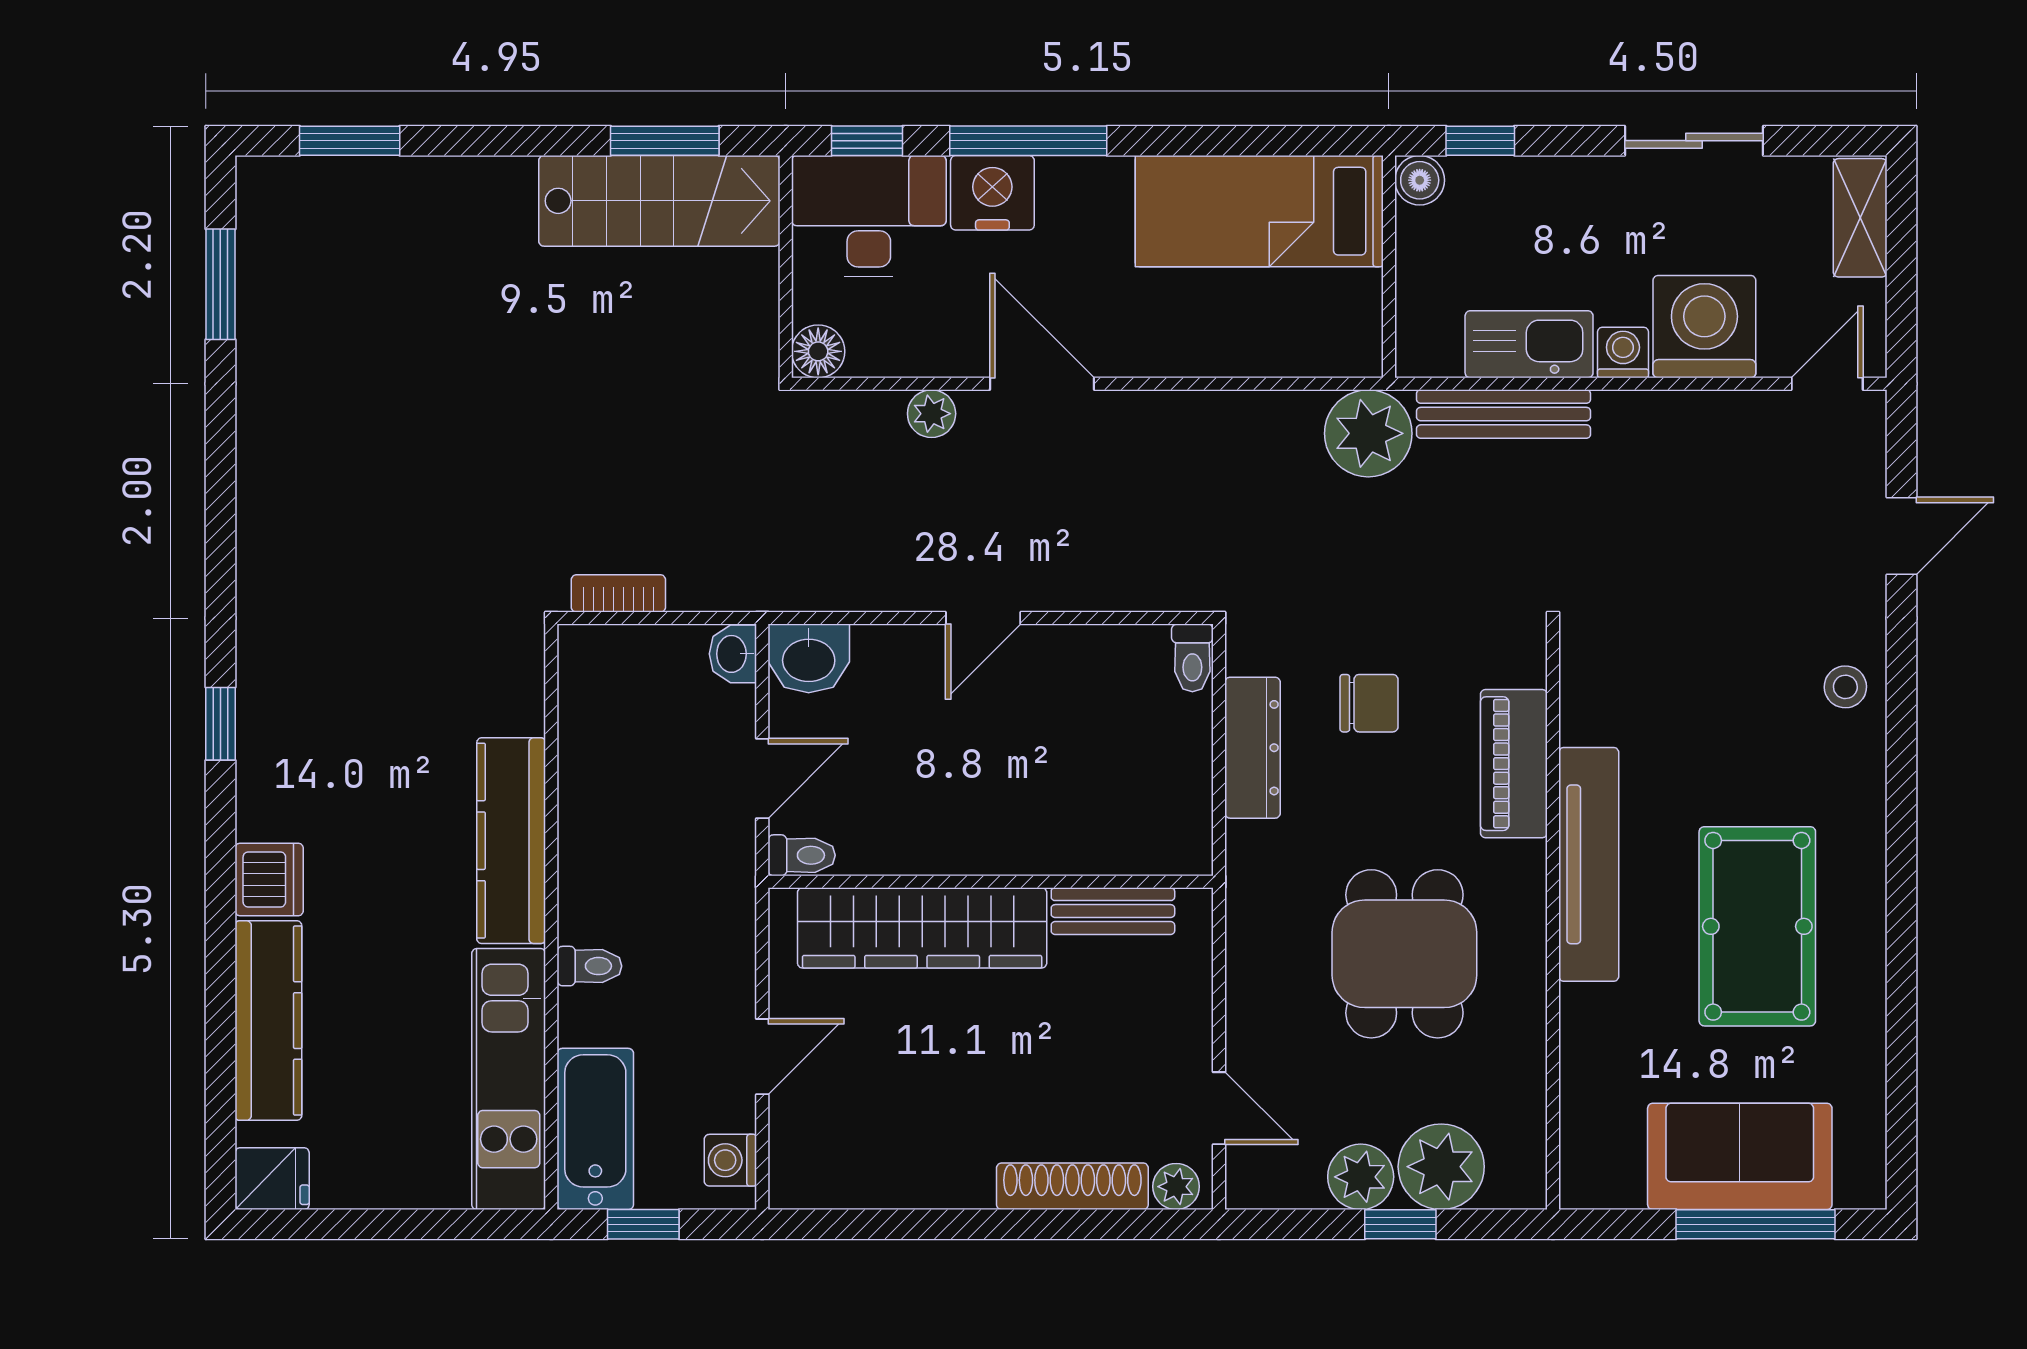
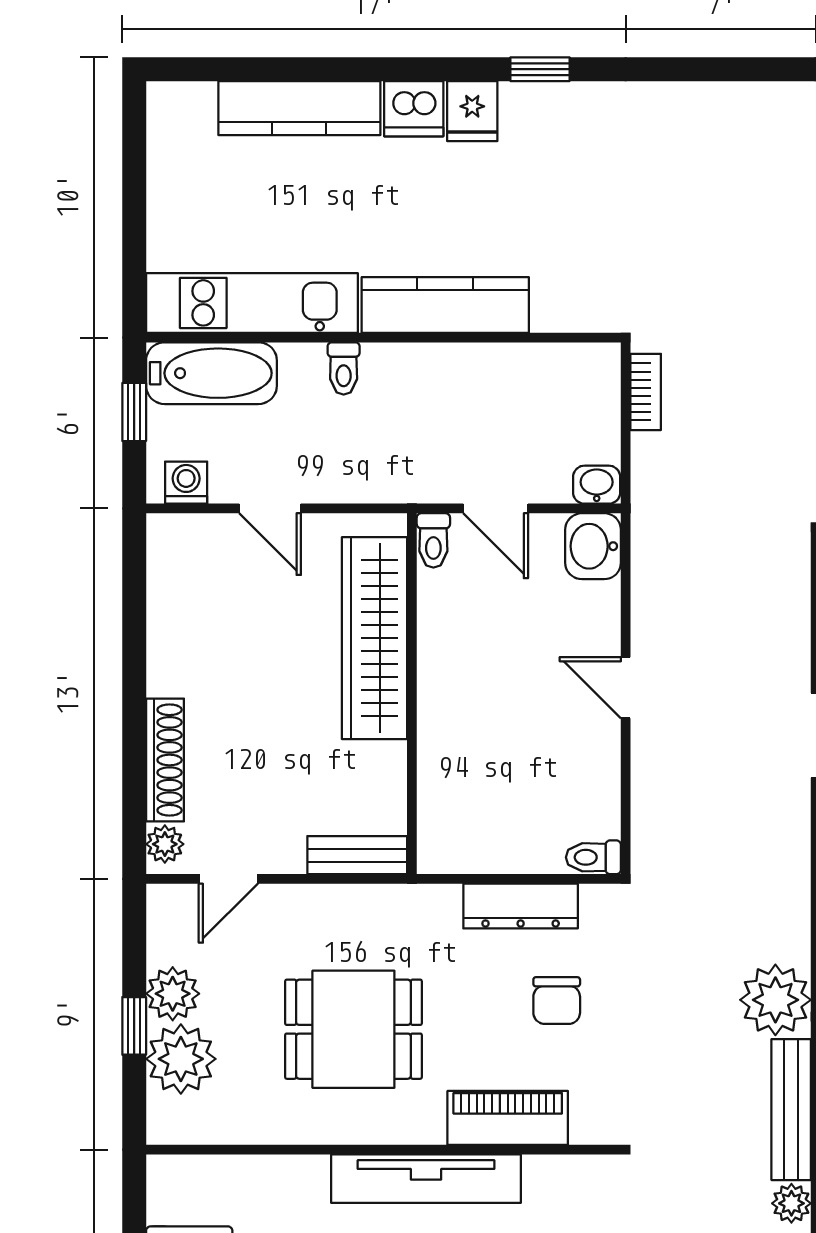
plant: (932, 414) -> (791, 1203), moved
bench: (1113, 911) -> (357, 855), moved, turned 90
fridge: (272, 1179) -> (472, 111), moved

